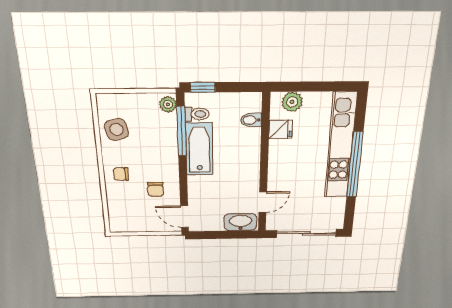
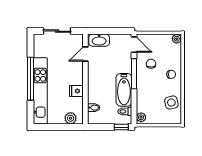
fridge: (281, 129) -> (76, 91), moved
window: (181, 131) -> (134, 74), moved
plant: (117, 226) -> (177, 39), added
sliding door: (306, 234) -> (57, 31), width x0.73

